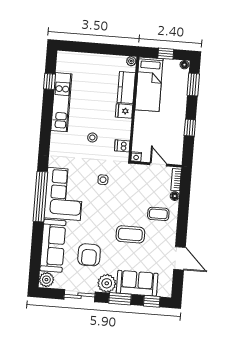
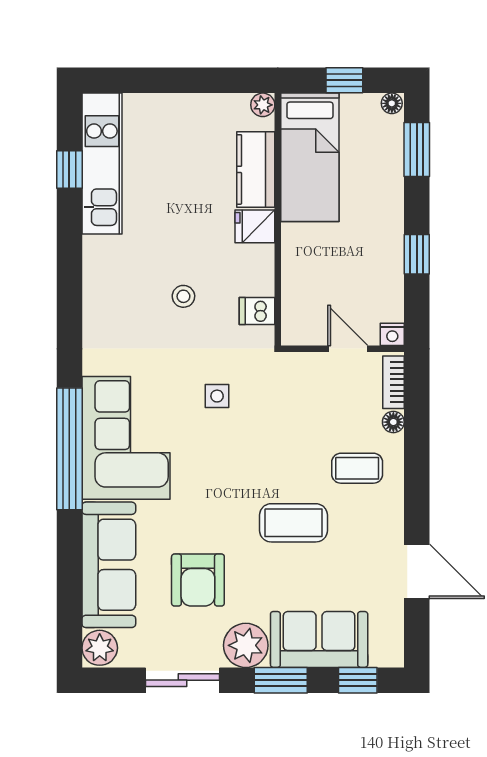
kitchen unit: (61, 102) -> (102, 163), moved
nightstand: (136, 157) -> (392, 334), moved

